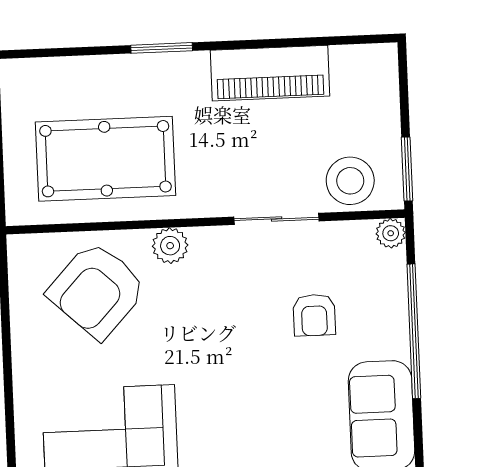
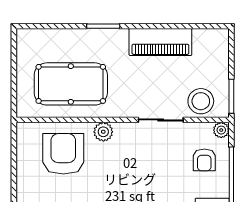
armchair: (97, 290) -> (63, 154), turned 137
armchair: (314, 315) -> (204, 160), moved

